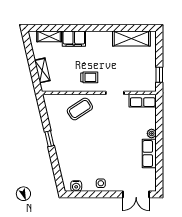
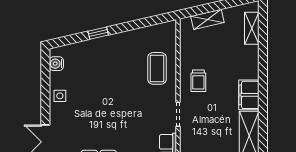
filing cabinet: (74, 39) -> (249, 95), moved
coffee table: (80, 109) -> (157, 68), turned 33
window: (49, 139) -> (98, 33), moved

